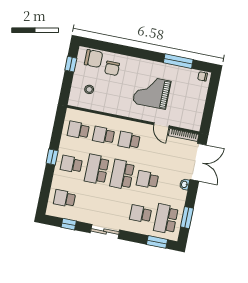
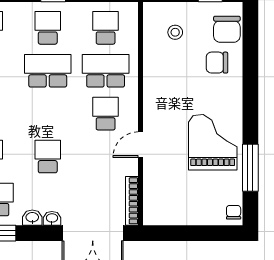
grand piano: (152, 92) -> (213, 142), moved
door: (161, 125) -> (141, 145), moved
school desk: (104, 135) -> (106, 71), width x1.85
school desk: (122, 174) -> (48, 114), removed
washbasin: (182, 196) -> (32, 218), added

